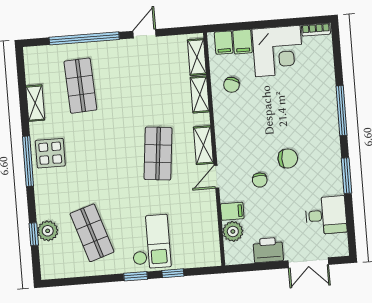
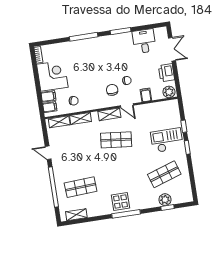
shelving: (35, 103) -> (76, 215), moved
chair: (288, 158) -> (112, 90), moved
plant: (233, 231) -> (169, 92), moved

